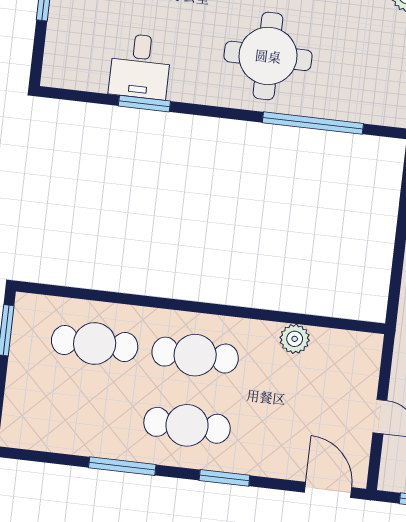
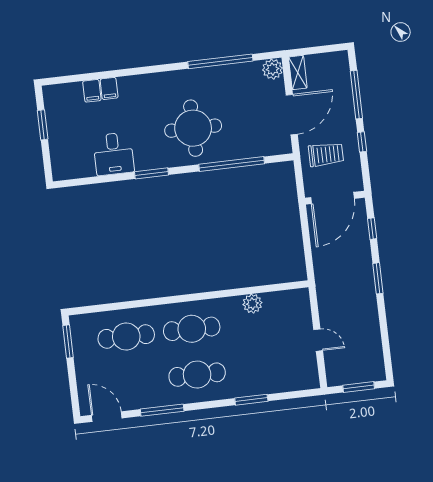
window: (144, 104) -> (152, 173), moved
window: (224, 478) -> (251, 400), moved
door: (328, 490) -> (107, 417), moved

